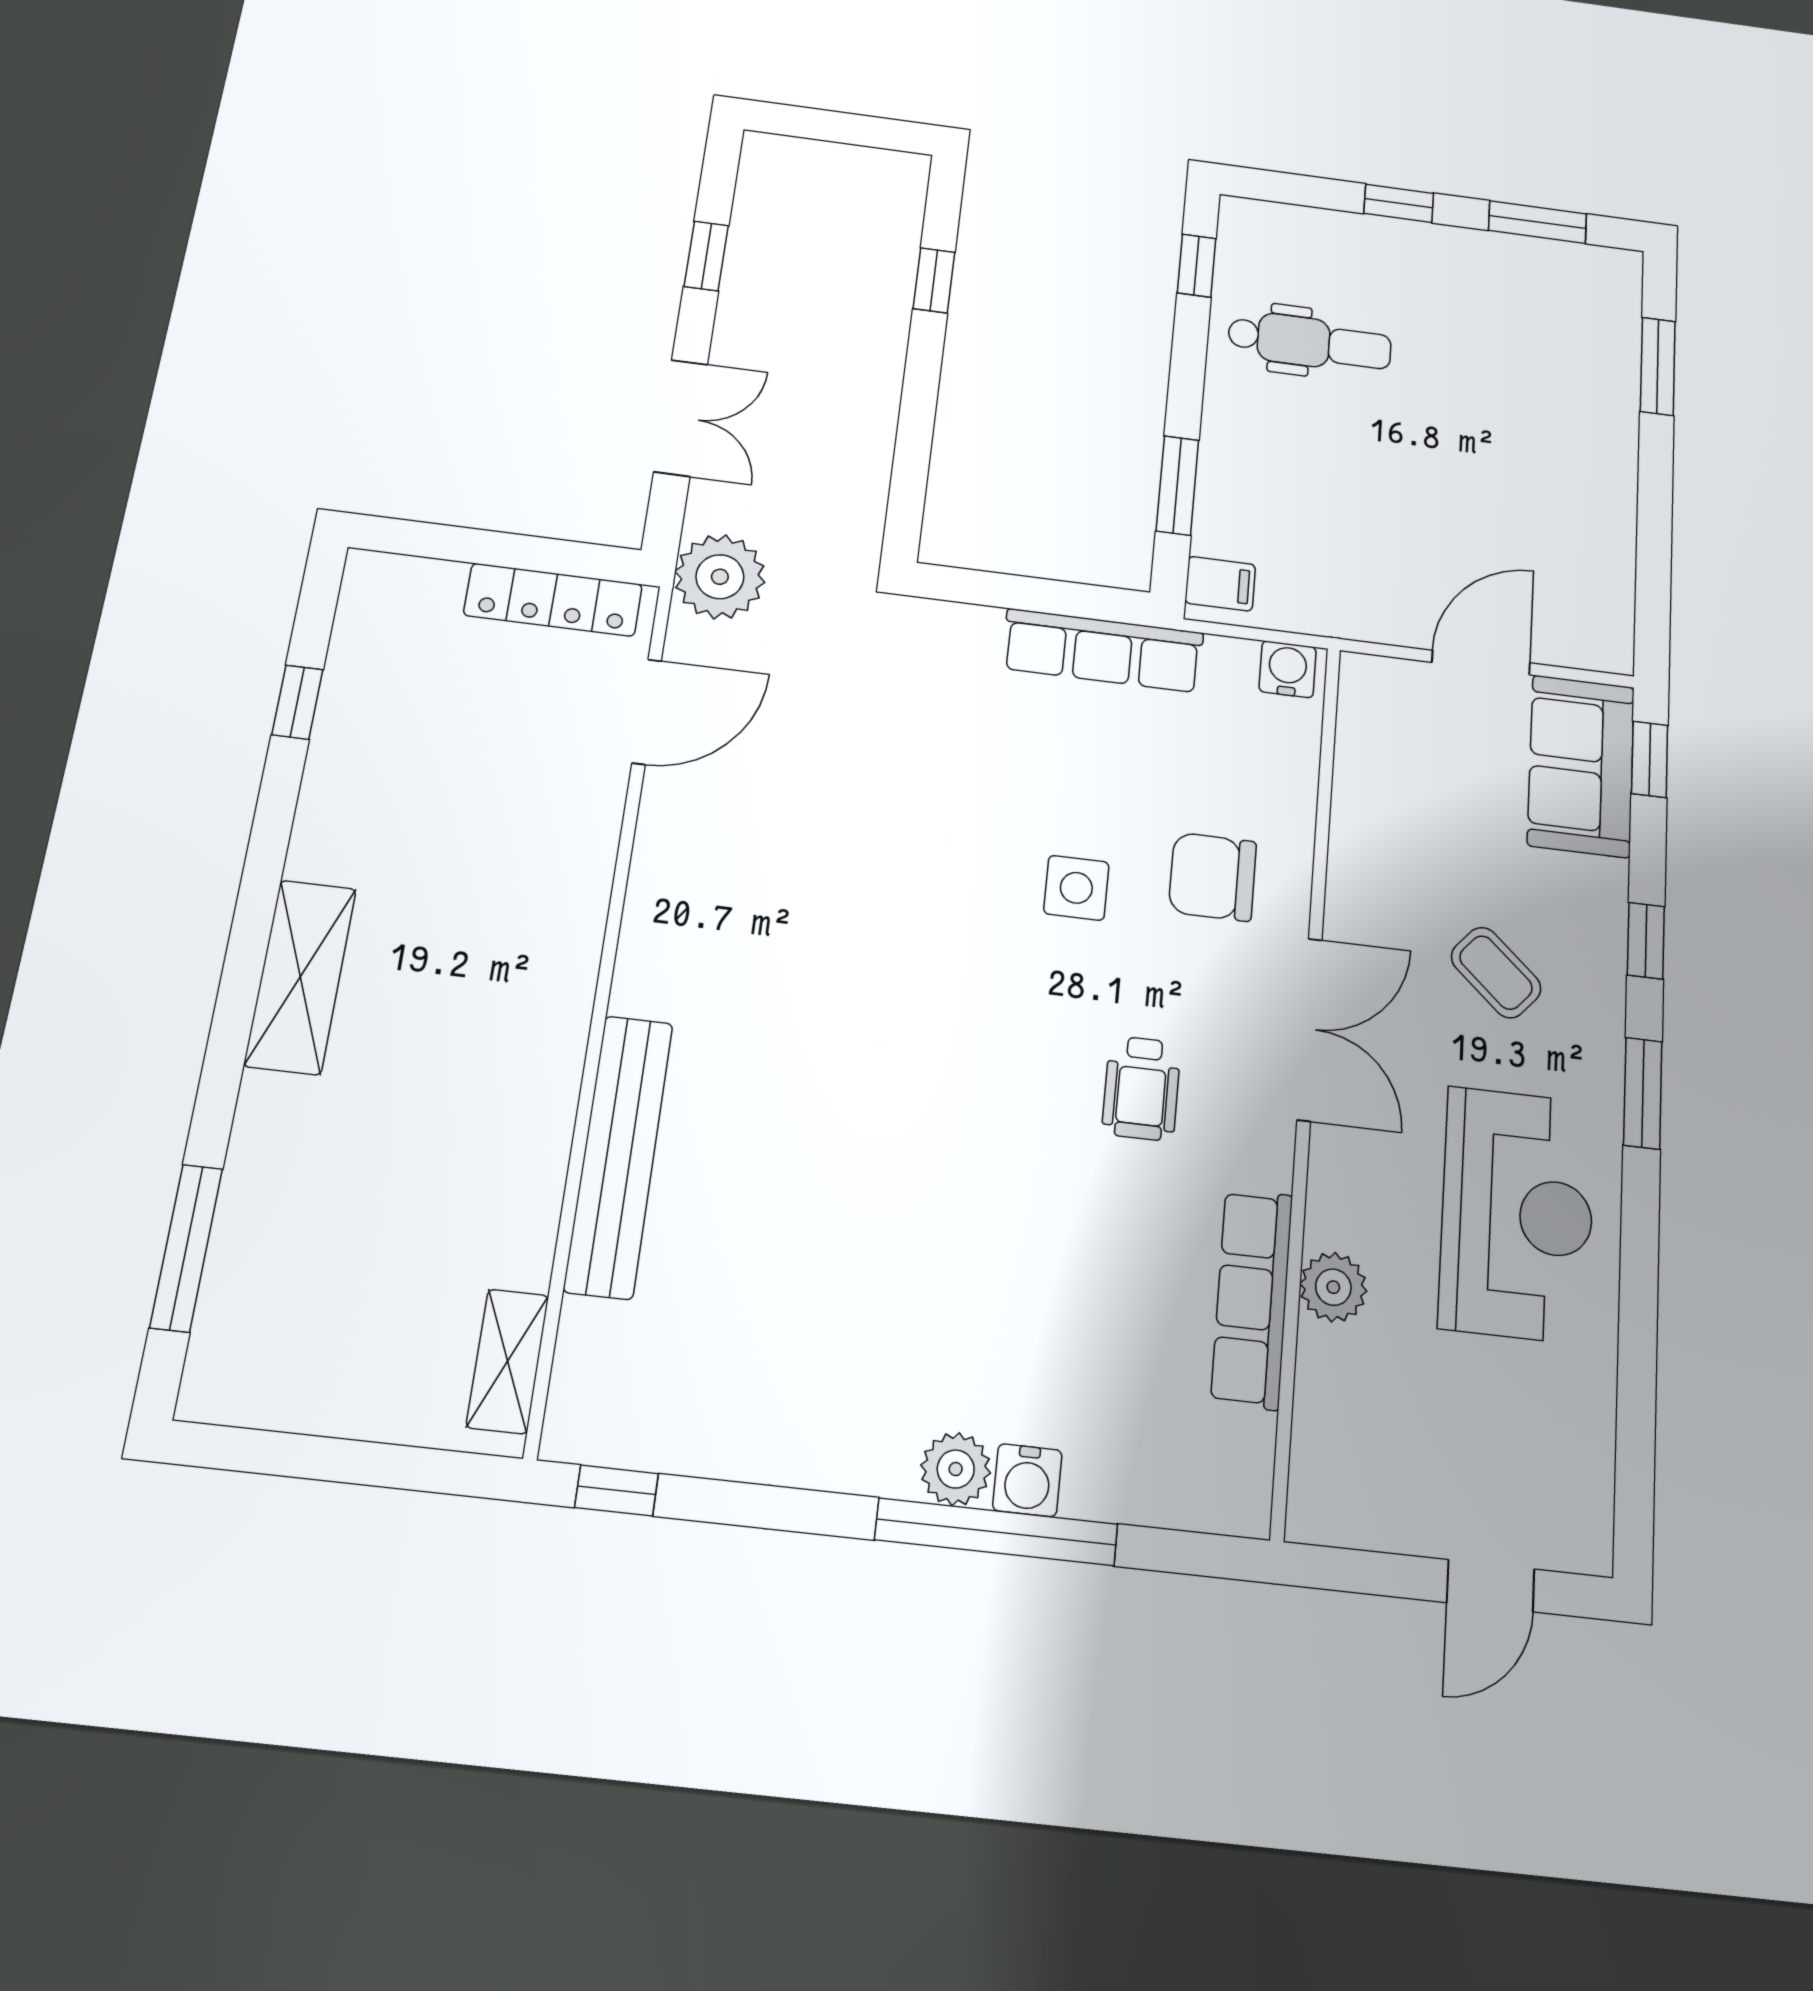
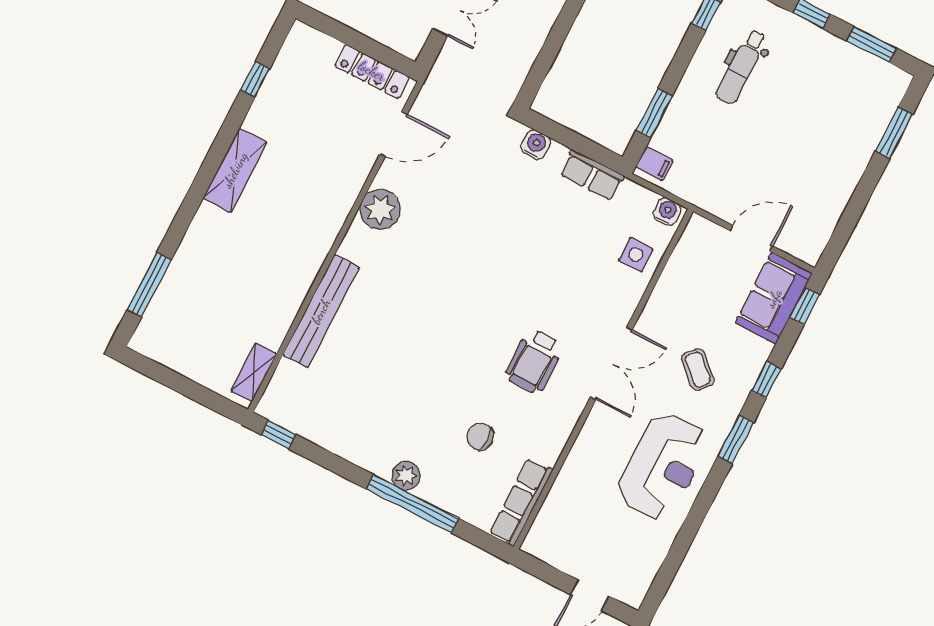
dental chair: (1310, 342) -> (741, 67), turned 90
plant: (720, 577) -> (380, 209), moved
row of seats: (1103, 651) -> (592, 175), width x0.68
chair: (1213, 877) -> (480, 437), moved, width x0.73, depth x0.73
side table: (1076, 888) -> (636, 255), moved
shelving: (300, 977) -> (235, 170), moved
wheelchair: (1141, 1088) -> (534, 361), width x1.36, depth x1.37
plant: (1333, 1287) -> (577, 466), removed
row of seats: (1252, 1298) -> (521, 502), moved
water cooler: (1027, 1480) -> (536, 145), moved, turned 180

